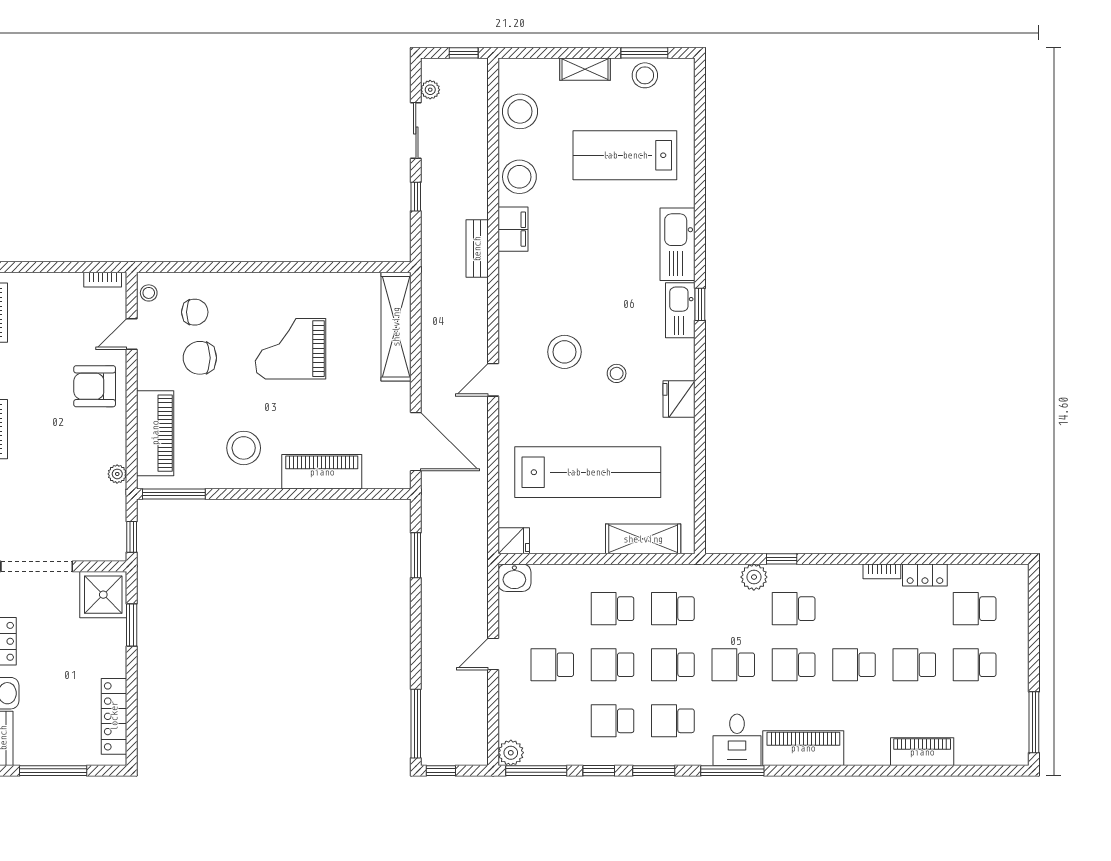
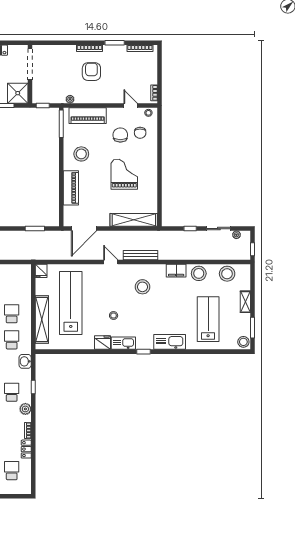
stool: (645, 75) -> (243, 342), moved
bench: (477, 249) -> (141, 255), moved, width x1.36
kitchen sink: (680, 310) -> (123, 343), moved
stool: (564, 352) -> (142, 287), moved
armchair: (95, 386) -> (91, 72), moved
lab bench: (588, 472) -> (71, 303), turned 180
shelving: (643, 539) -> (42, 319), width x1.47
plant: (754, 577) -> (25, 409), moved
washbasin: (514, 578) -> (25, 361), moved

